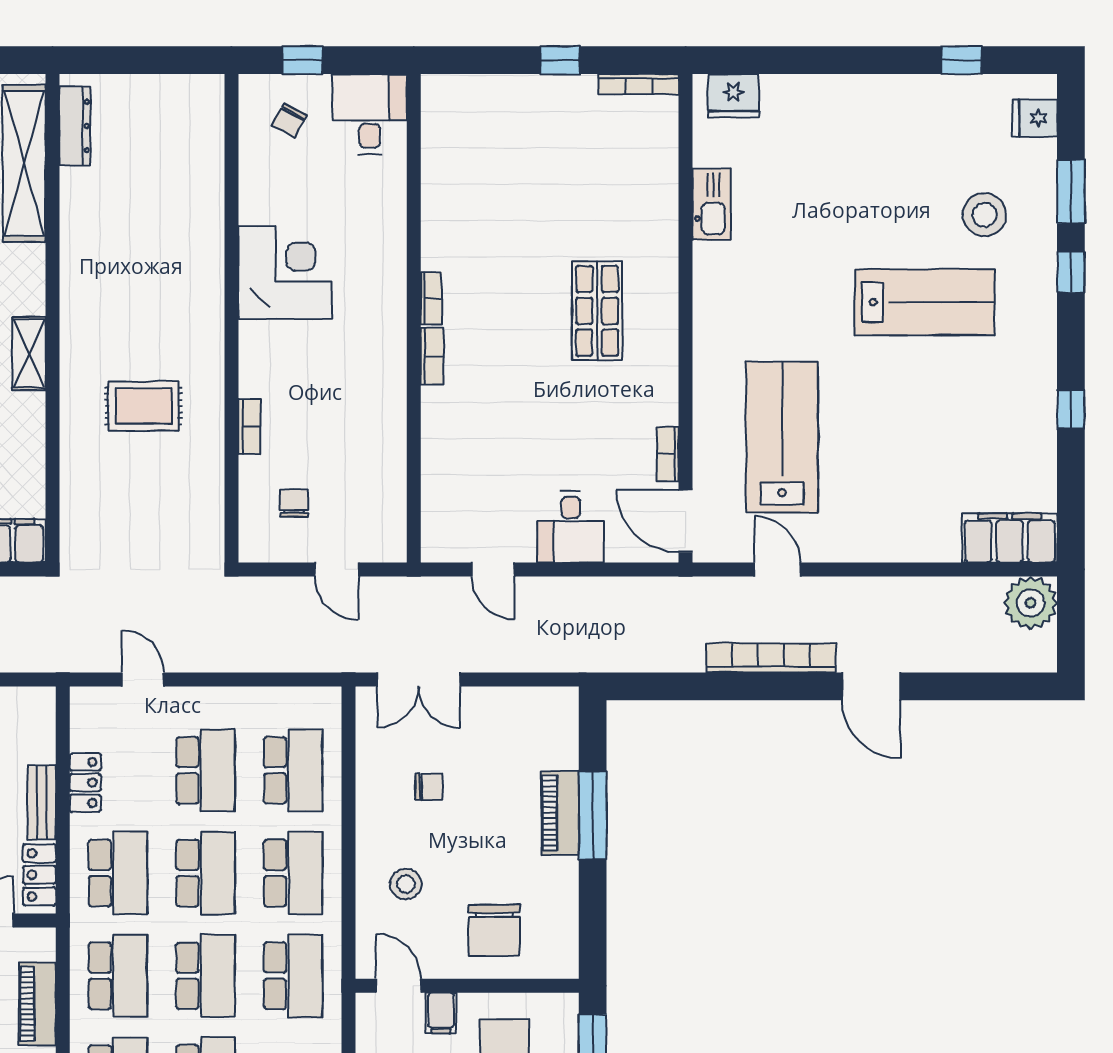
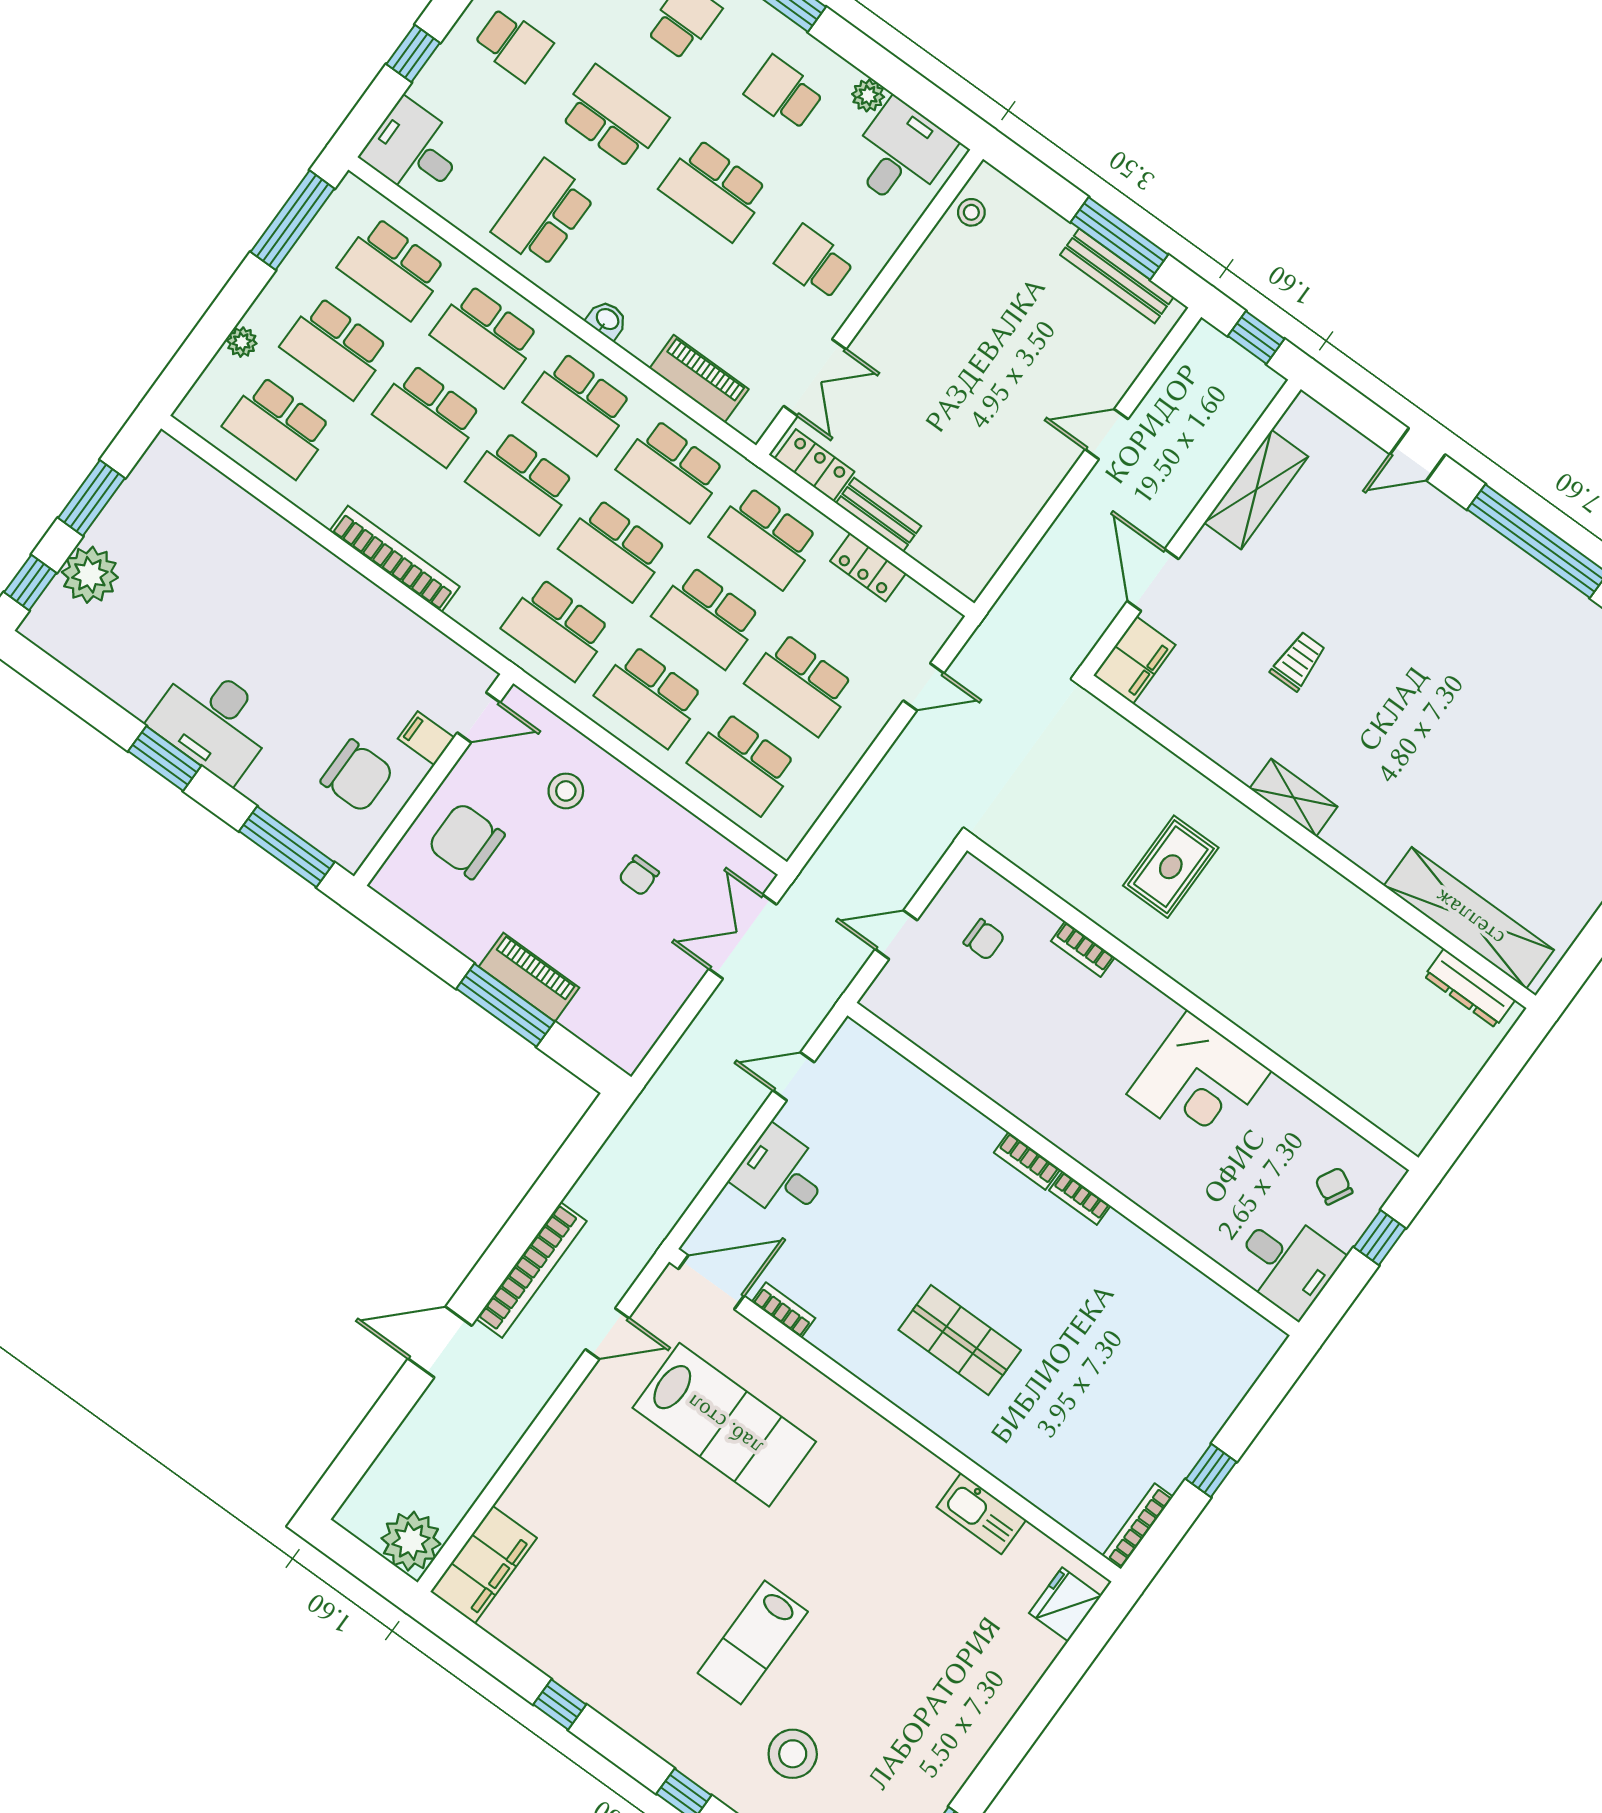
lab bench: (925, 302) -> (753, 1642), width x0.73, depth x0.72

